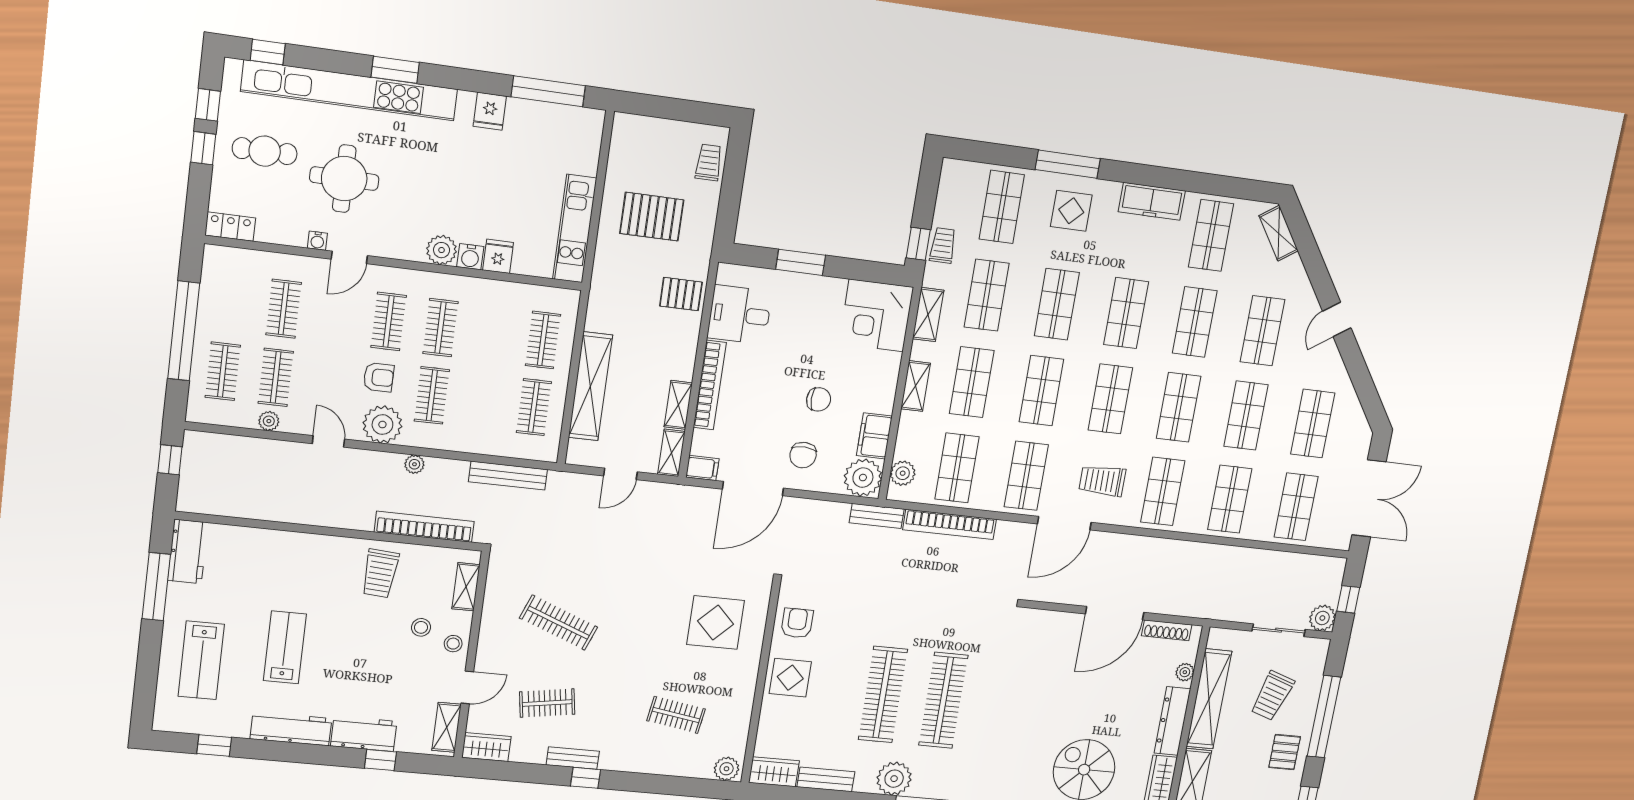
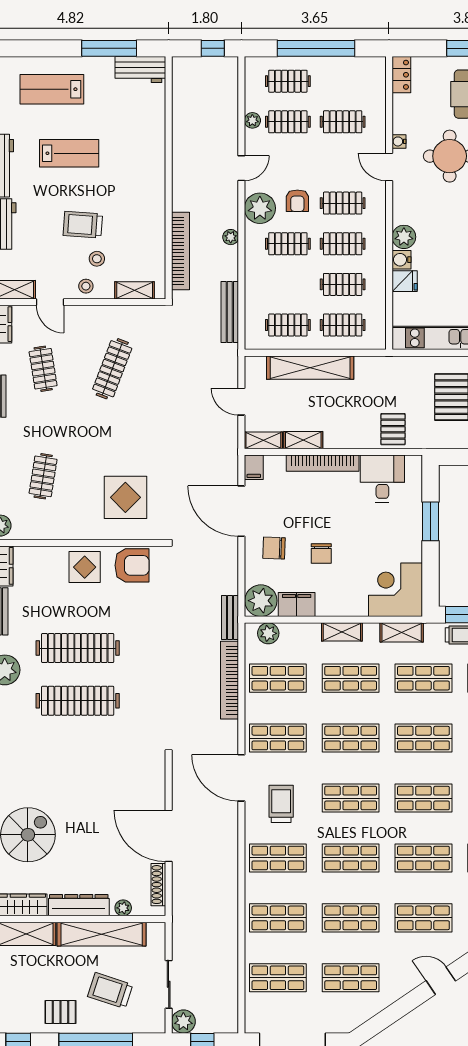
clothes rail: (492, 334) -> (343, 284), added
trolley: (380, 573) -> (83, 225), moved
armchair: (797, 623) -> (132, 565), width x1.38, depth x1.38

